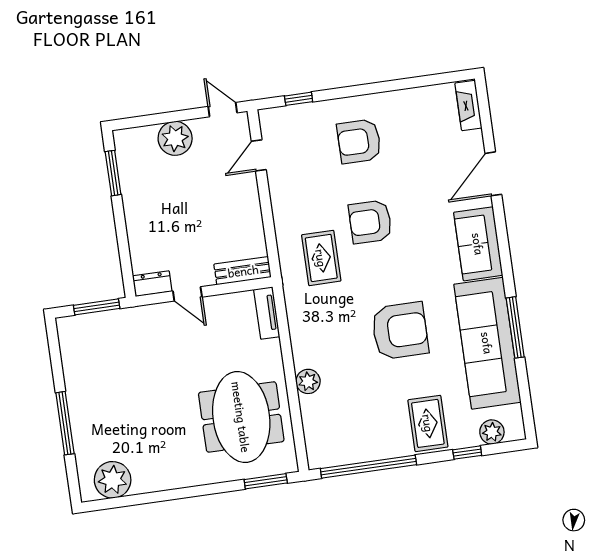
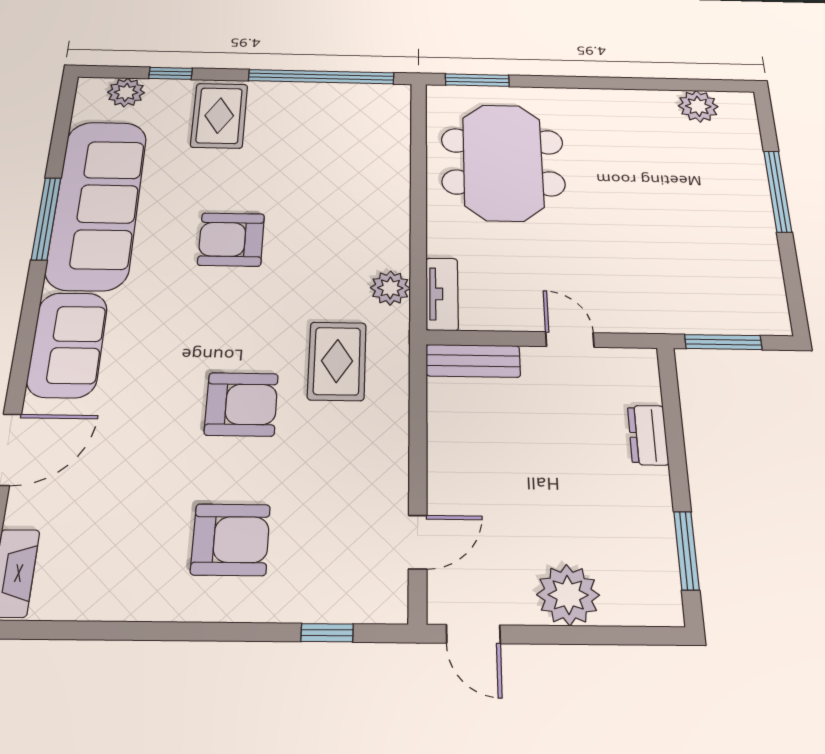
dresser: (152, 284) -> (648, 435), moved, turned 90
armchair: (400, 331) -> (231, 239), width x0.73, depth x0.73
plant: (308, 381) -> (390, 288), moved
plant: (113, 480) -> (698, 106), width x0.73, depth x0.73

